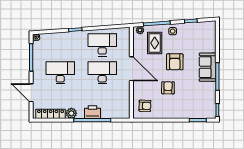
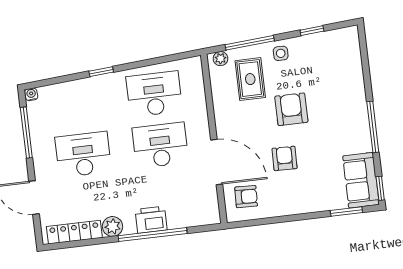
armchair: (175, 62) -> (291, 109), turned 180
sofa: (208, 67) -> (361, 180), moved
door: (131, 69) -> (217, 162), moved

